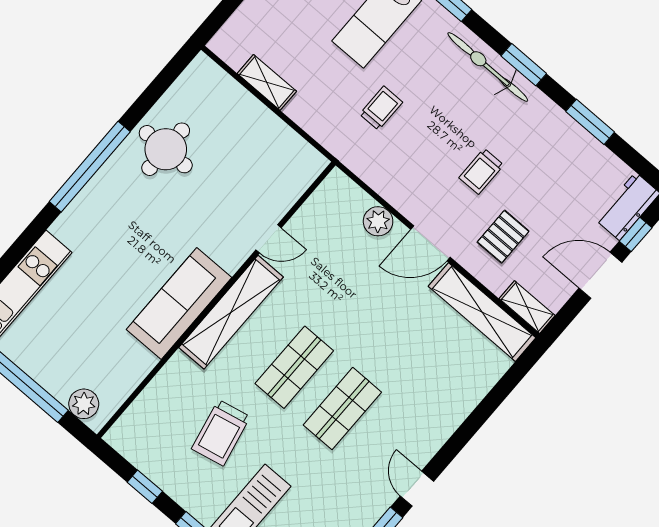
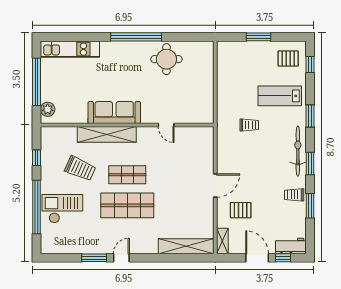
shelving: (267, 82) -> (223, 75), removed
trolley: (481, 171) -> (294, 195), moved
plant: (378, 221) -> (207, 160), removed
door: (430, 243) -> (215, 186), swing flipped
shelving: (231, 312) -> (107, 134), moved
shelving: (482, 312) -> (186, 246), moved, turned 90
shop shelf: (342, 409) -> (127, 205), width x1.43, depth x1.36
trolley: (221, 433) -> (80, 169), turned -144

